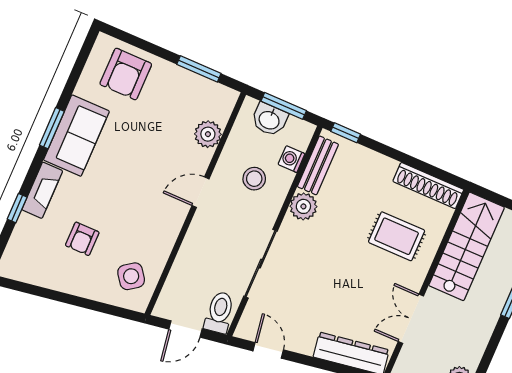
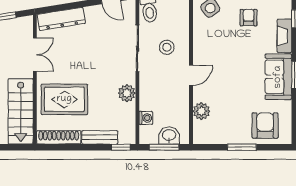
window: (199, 69) -> (242, 147), moved
bench: (318, 165) -> (100, 137), moved, turned 90
stool: (254, 179) -> (167, 47), moved
rug: (397, 236) -> (64, 99), width x1.36, depth x1.43

